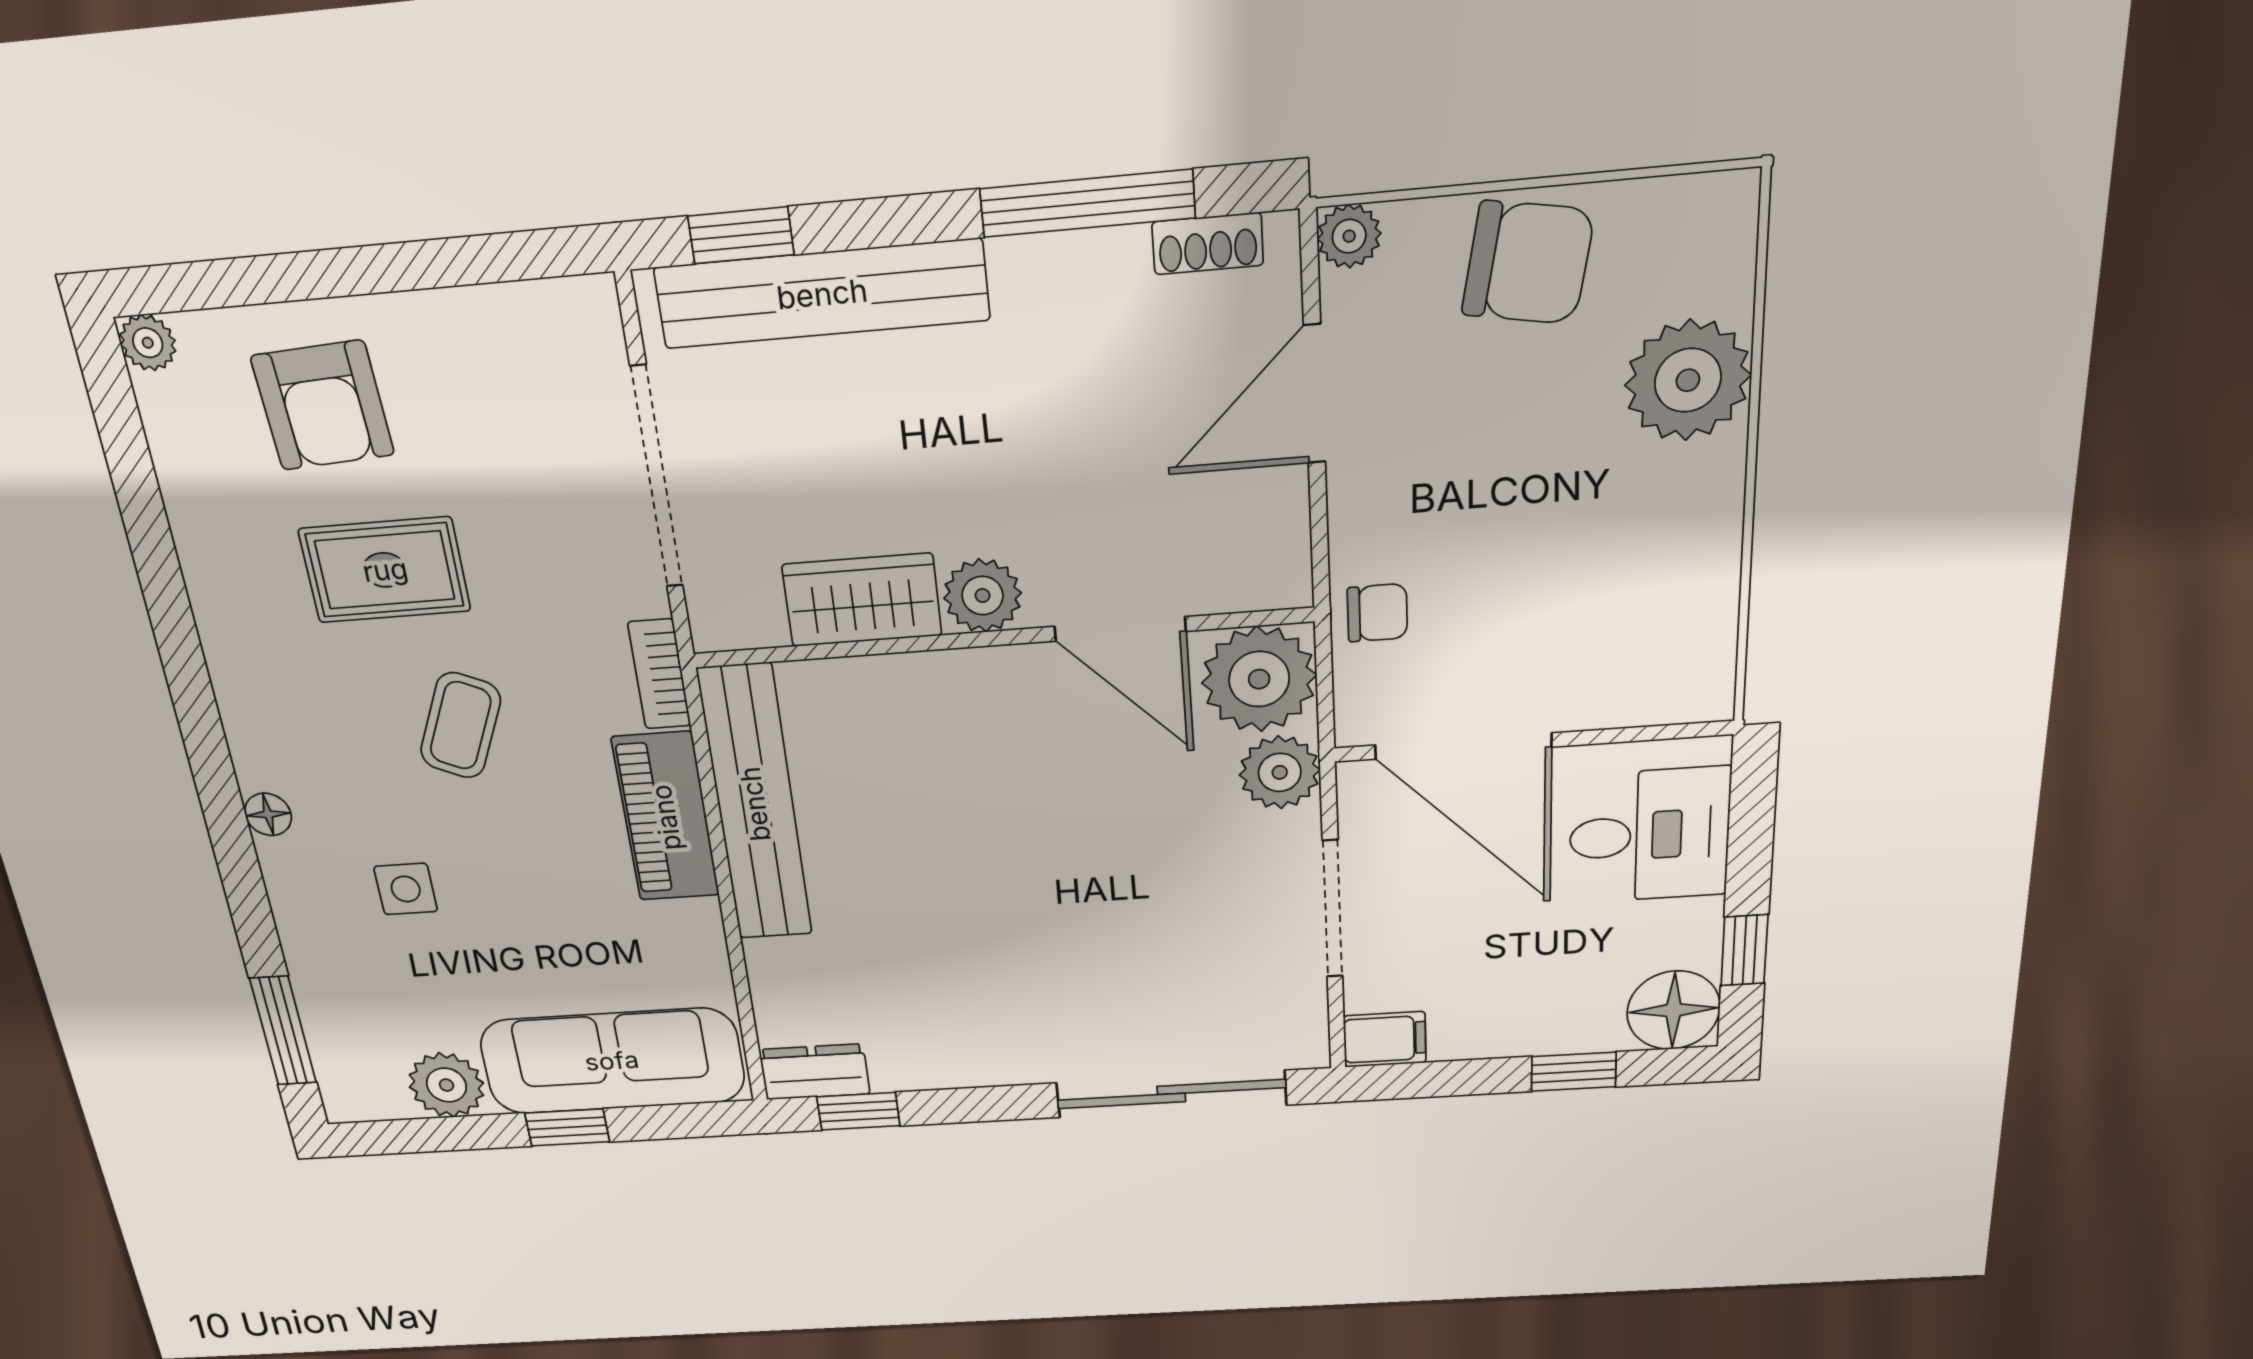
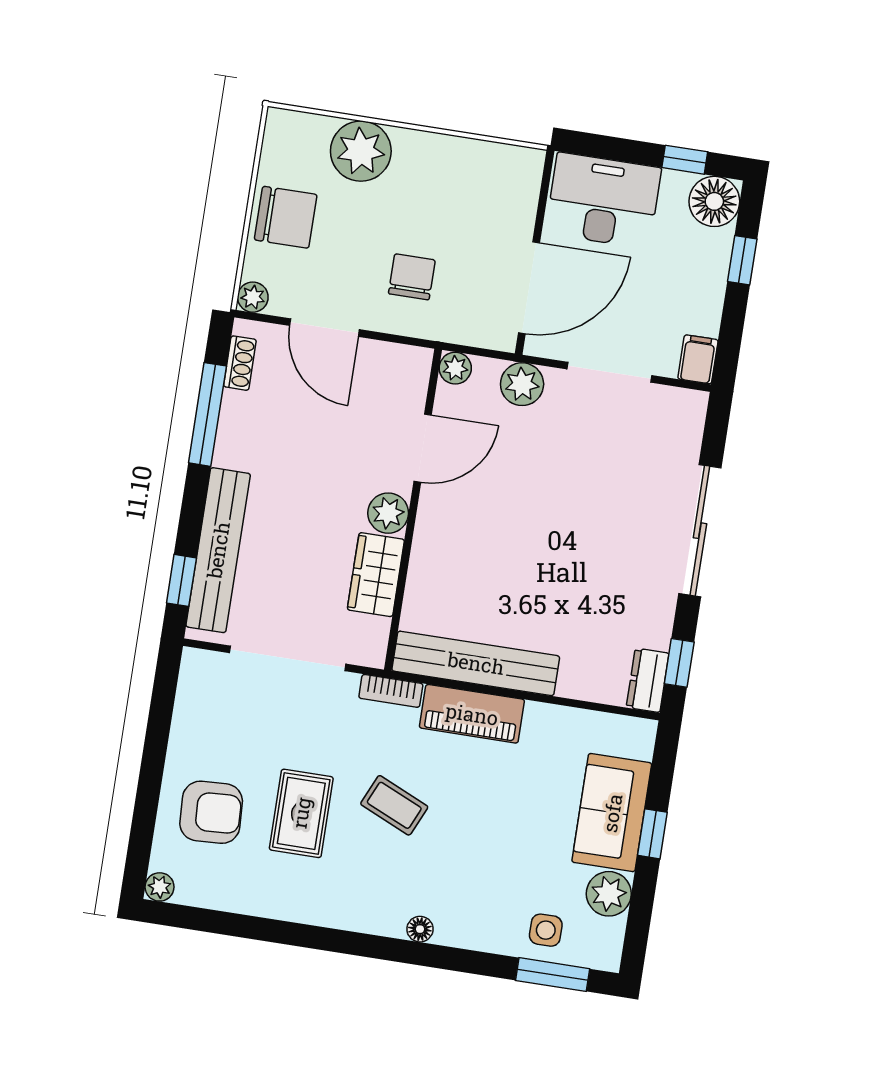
chair: (1528, 263) -> (286, 217), turned 80
chair: (1377, 613) -> (412, 277), moved, width x1.37, depth x1.37
plant: (1259, 679) -> (455, 368), width x0.53, depth x0.53
desk: (1649, 835) -> (603, 201), width x1.37
side table: (406, 889) -> (546, 930), moved
sofa: (612, 1061) -> (612, 813), width x0.73
sliding door: (1171, 1094) -> (700, 531), moved

